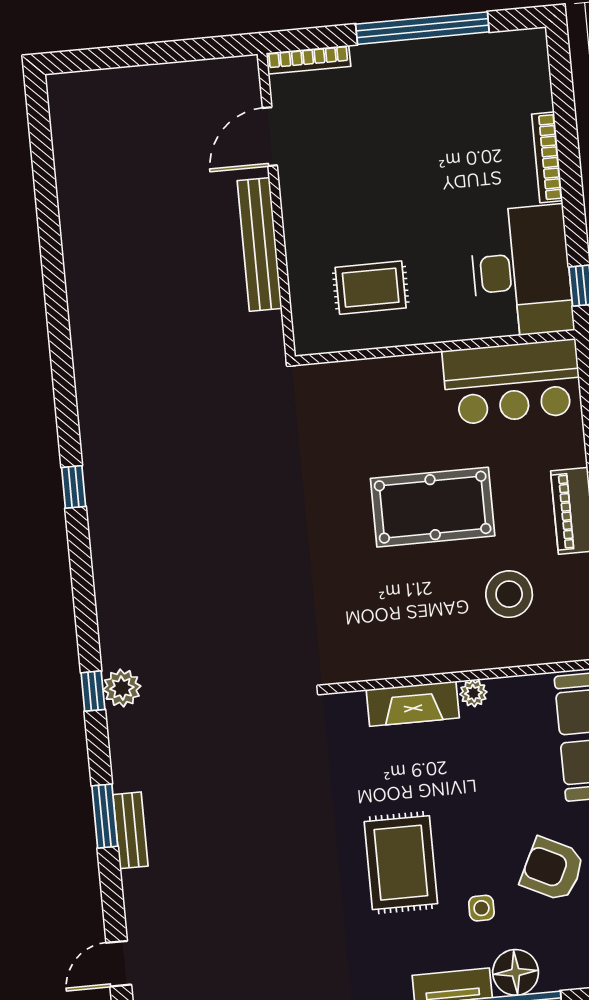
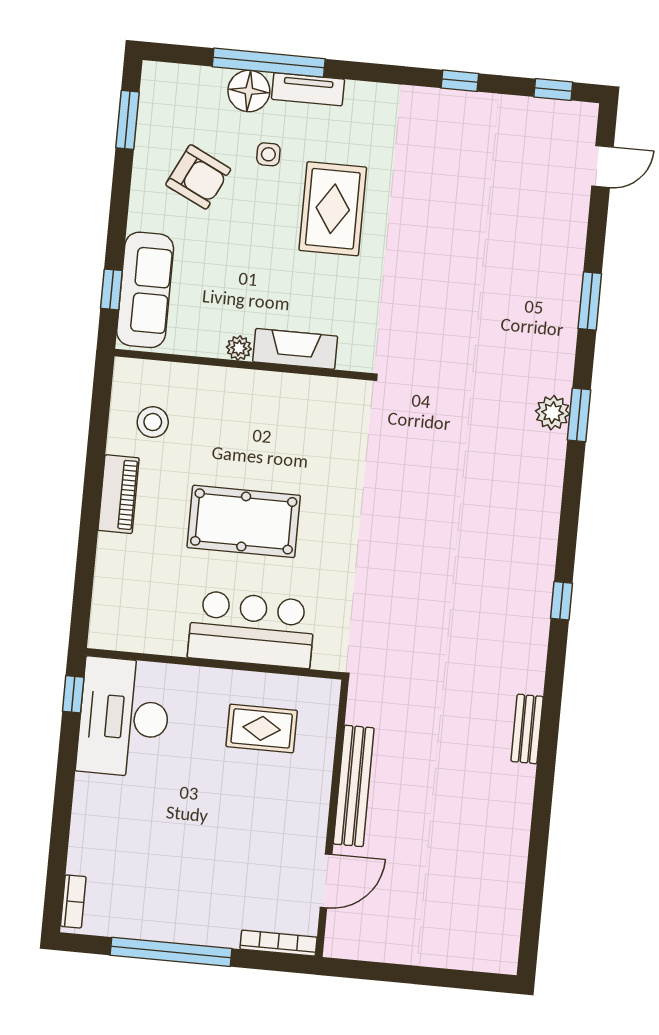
bookcase: (547, 157) -> (73, 901), moved, width x0.64
bar counter: (512, 382) -> (252, 629), moved
stool: (509, 594) -> (153, 422), moved, width x0.73, depth x0.73
window: (93, 691) -> (579, 415), width x1.50
bench: (131, 830) -> (527, 729), moved

